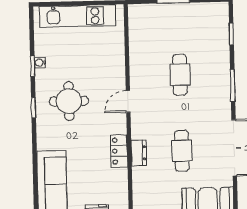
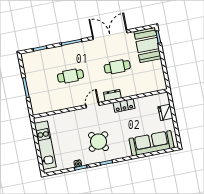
round table: (69, 101) -> (98, 142), turned -37
door: (128, 101) -> (92, 105), swing flipped
dresser: (139, 153) -> (112, 95), moved

